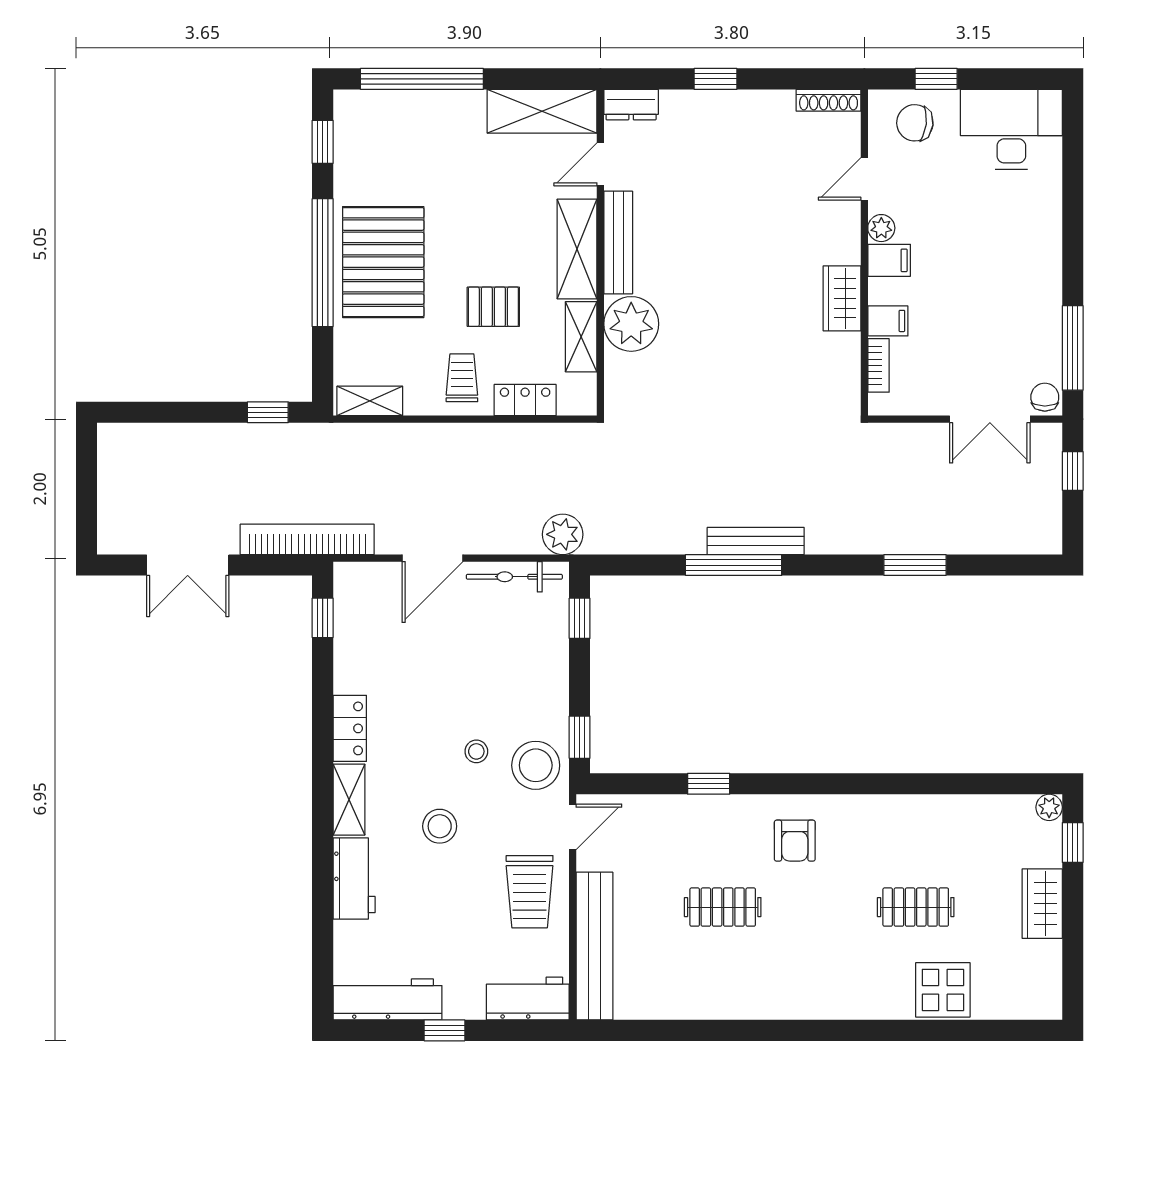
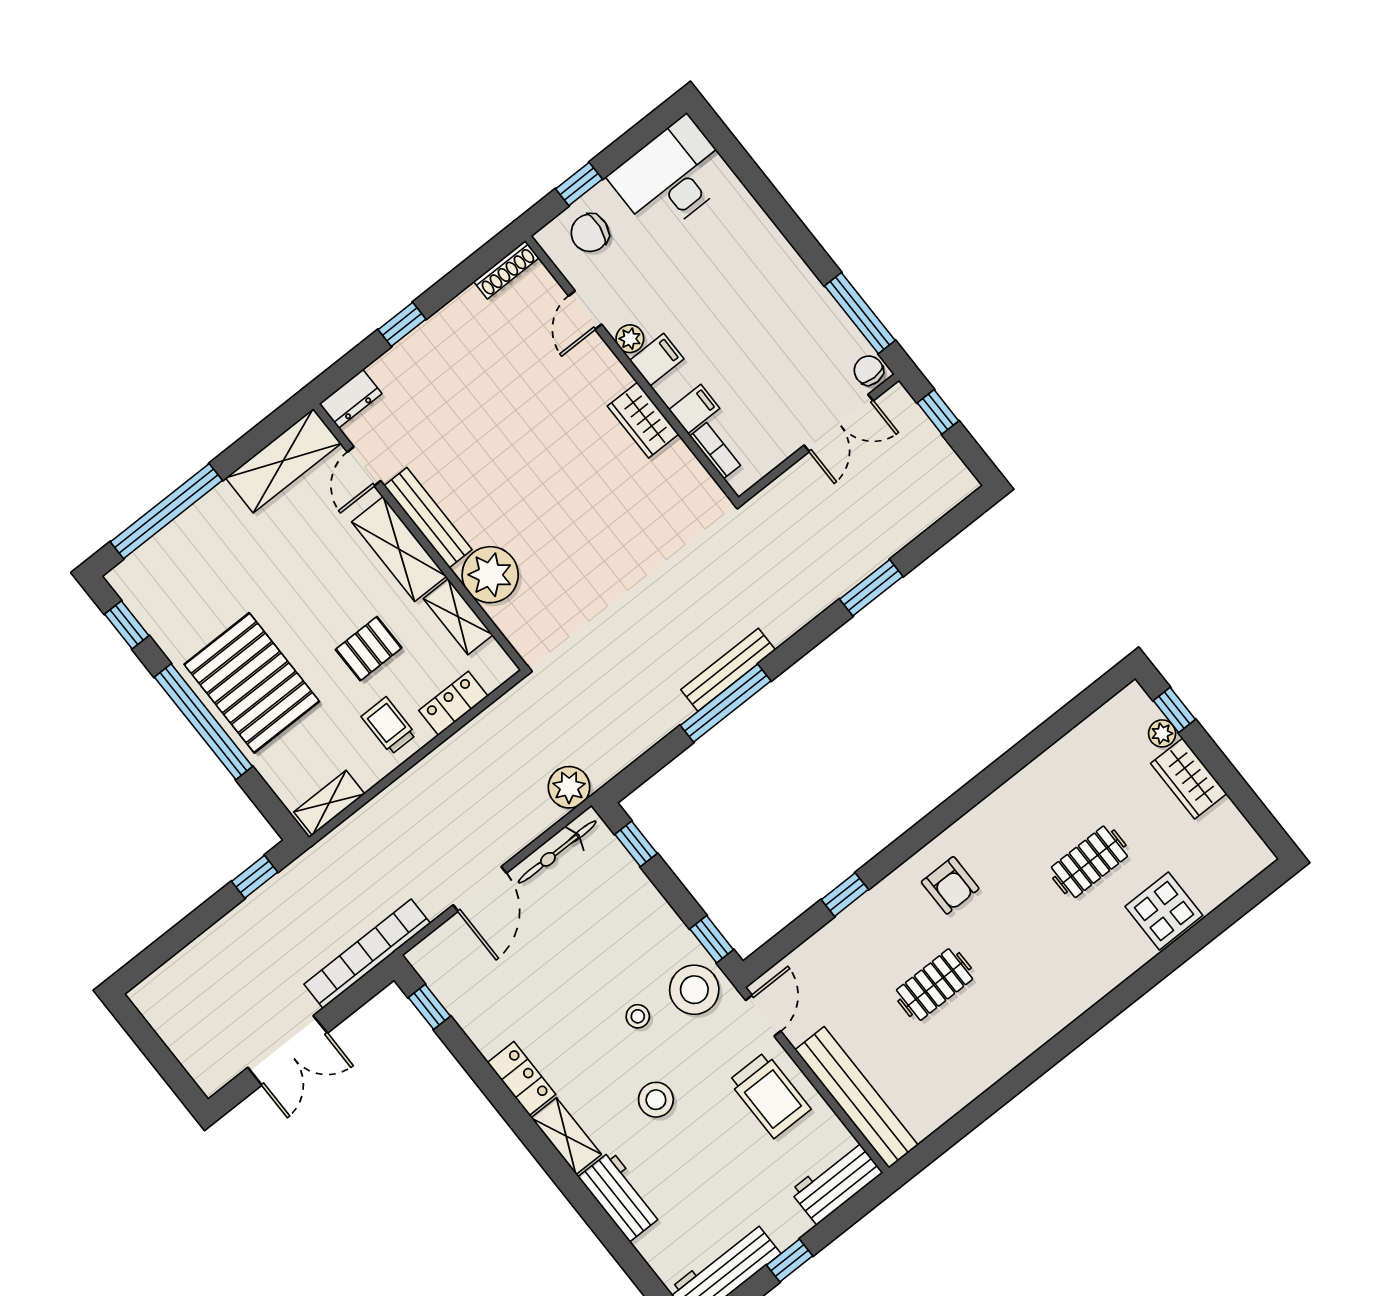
plant: (1049, 807) -> (1162, 733), moved

